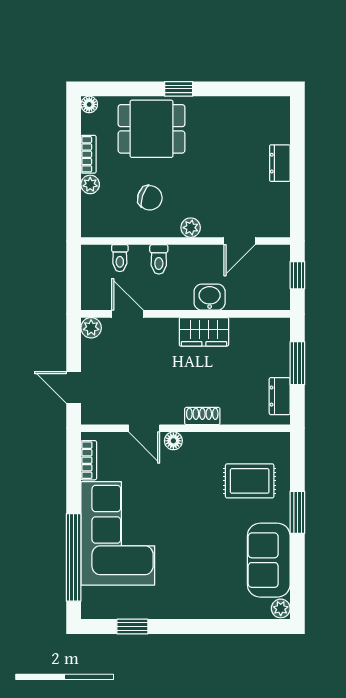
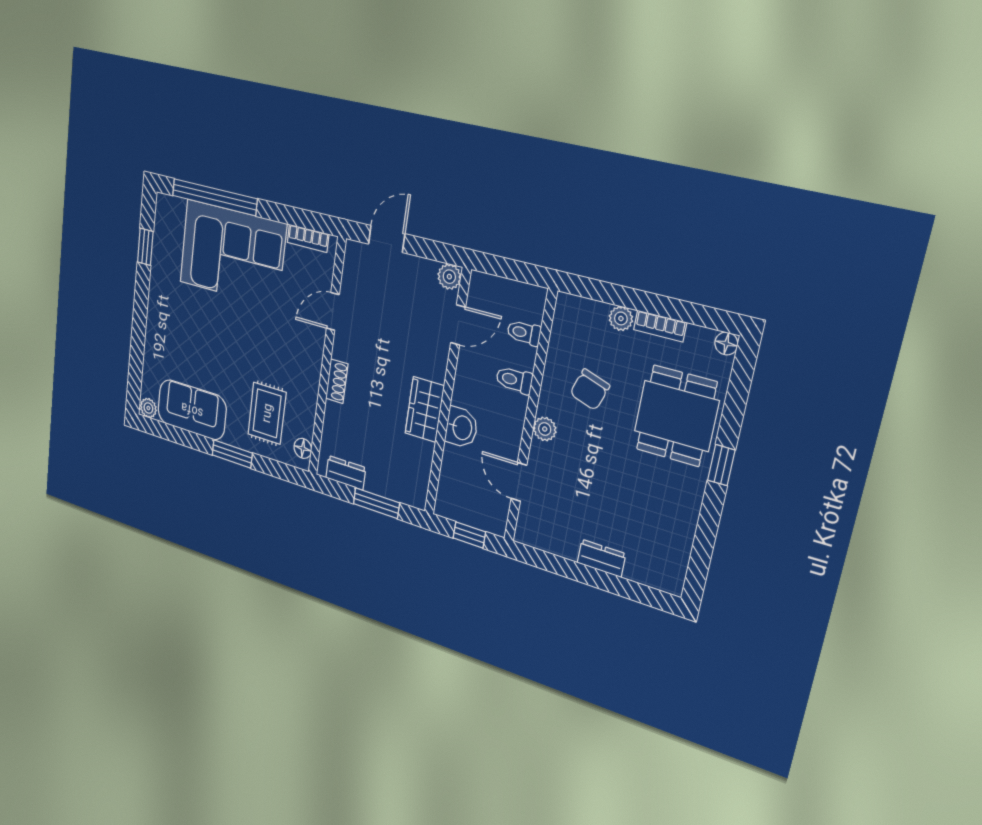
floor lamp: (173, 441) -> (303, 448), moved

